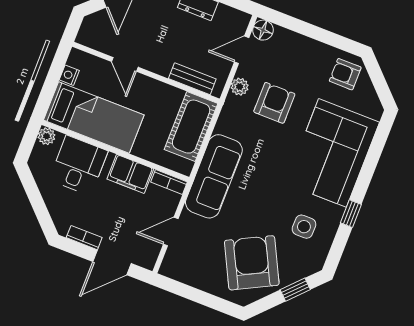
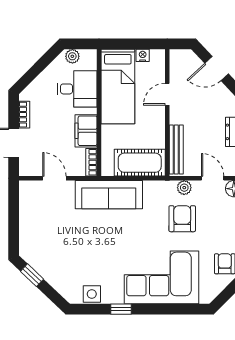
bench: (192, 79) -> (176, 150), width x1.36
armchair: (274, 103) -> (182, 219), turned -90
plant: (47, 136) -> (72, 56), moved
side table: (304, 227) -> (92, 294), moved
armchair: (252, 263) -> (55, 249), removed
window: (295, 290) -> (32, 275), moved

